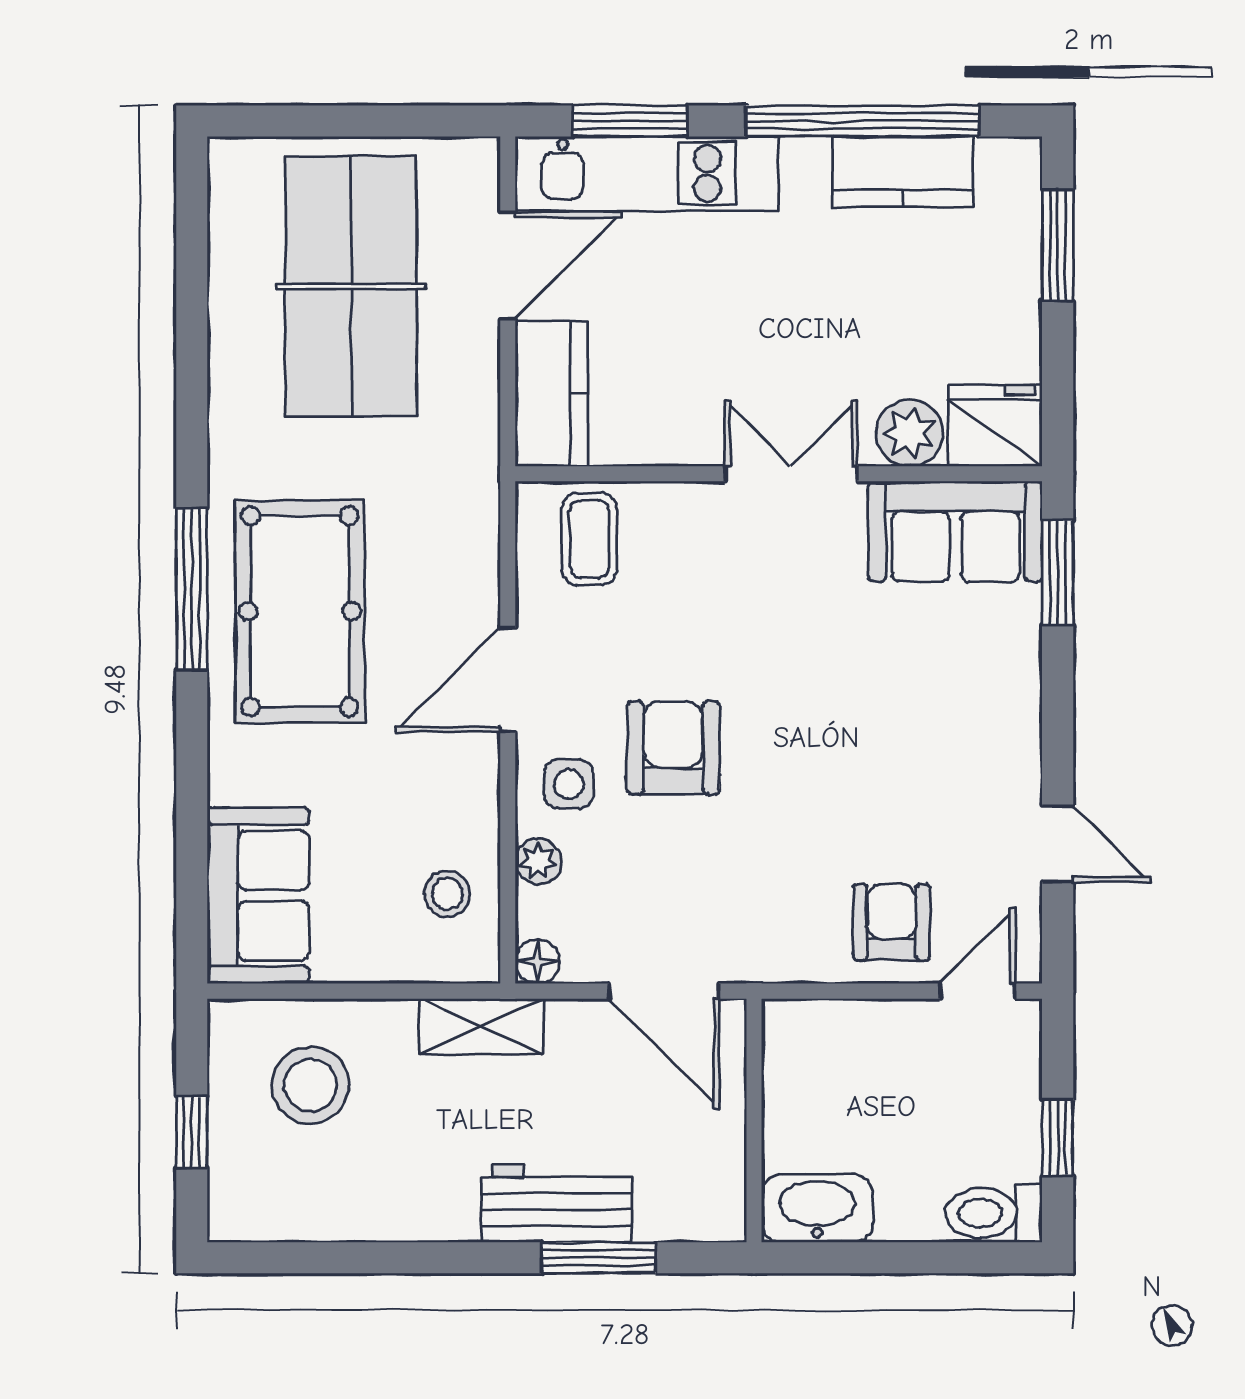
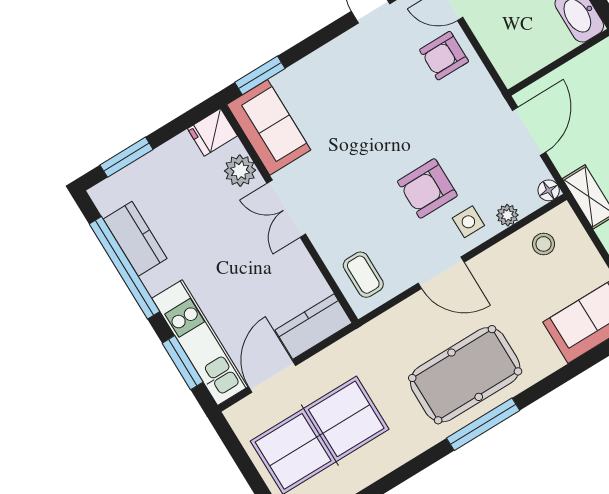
door: (508, 266) -> (272, 376), hinge flipped
fridge: (995, 426) -> (212, 132), width x0.72
coffee table: (589, 539) -> (363, 275), turned 90

